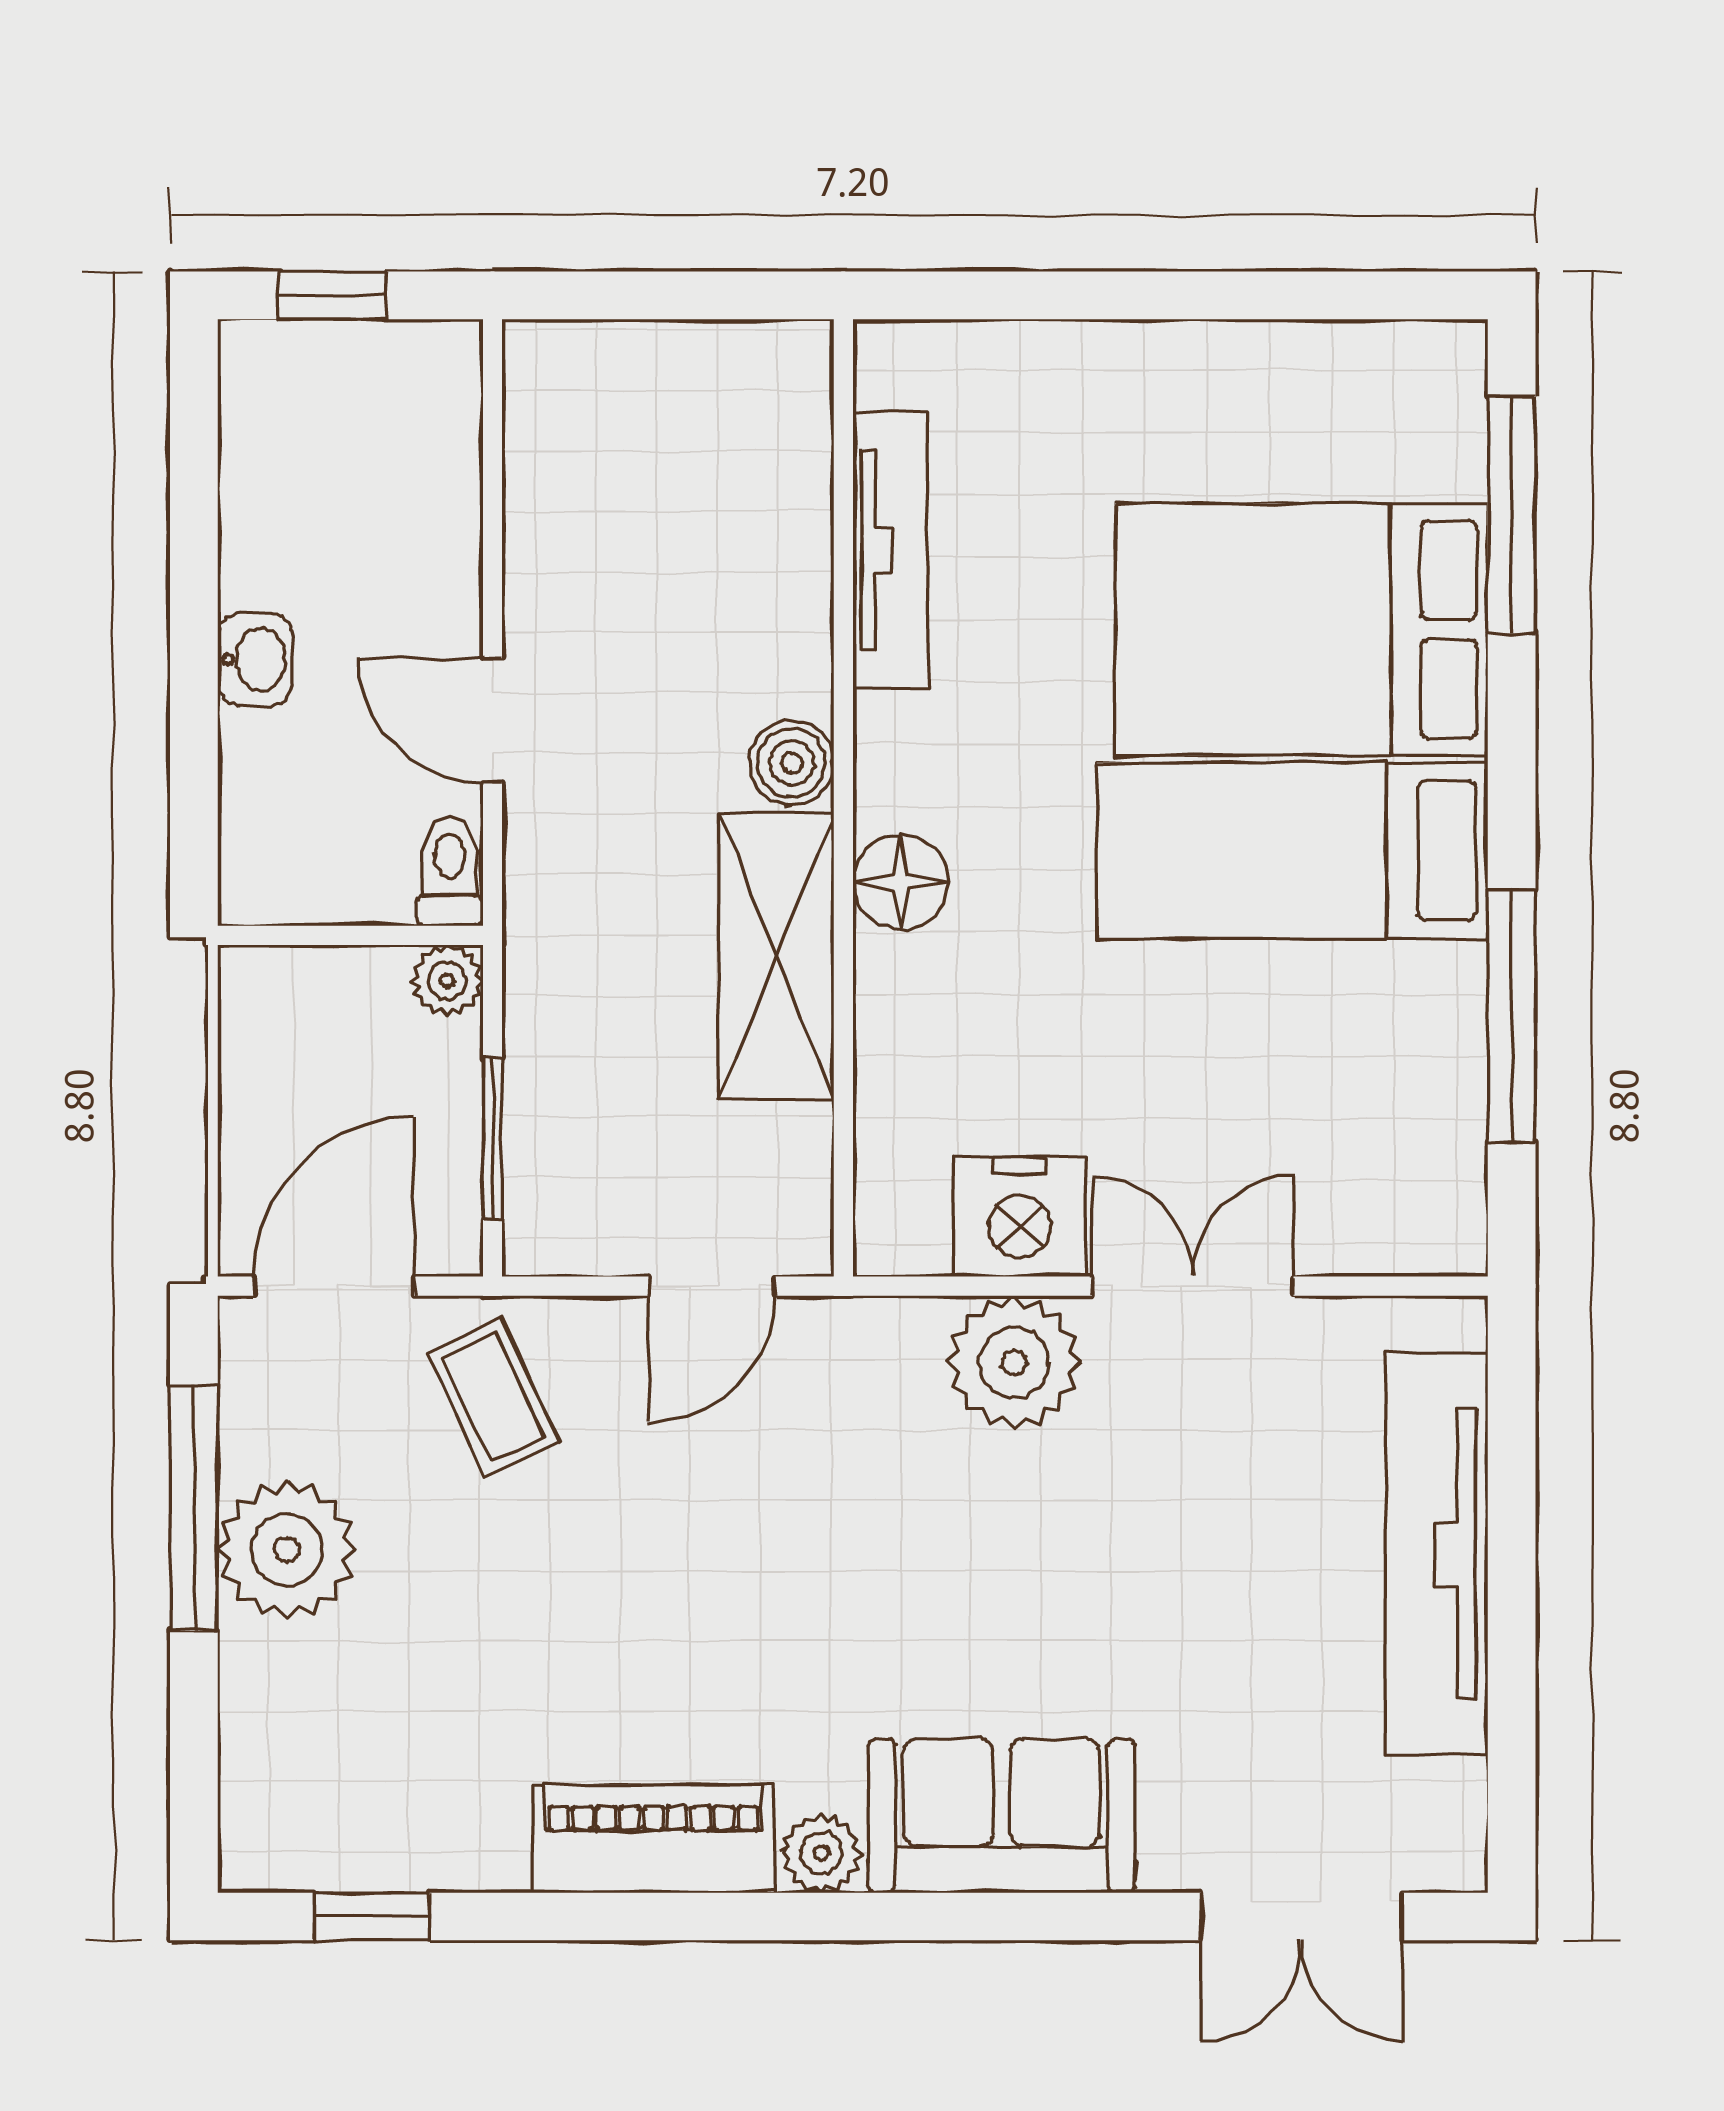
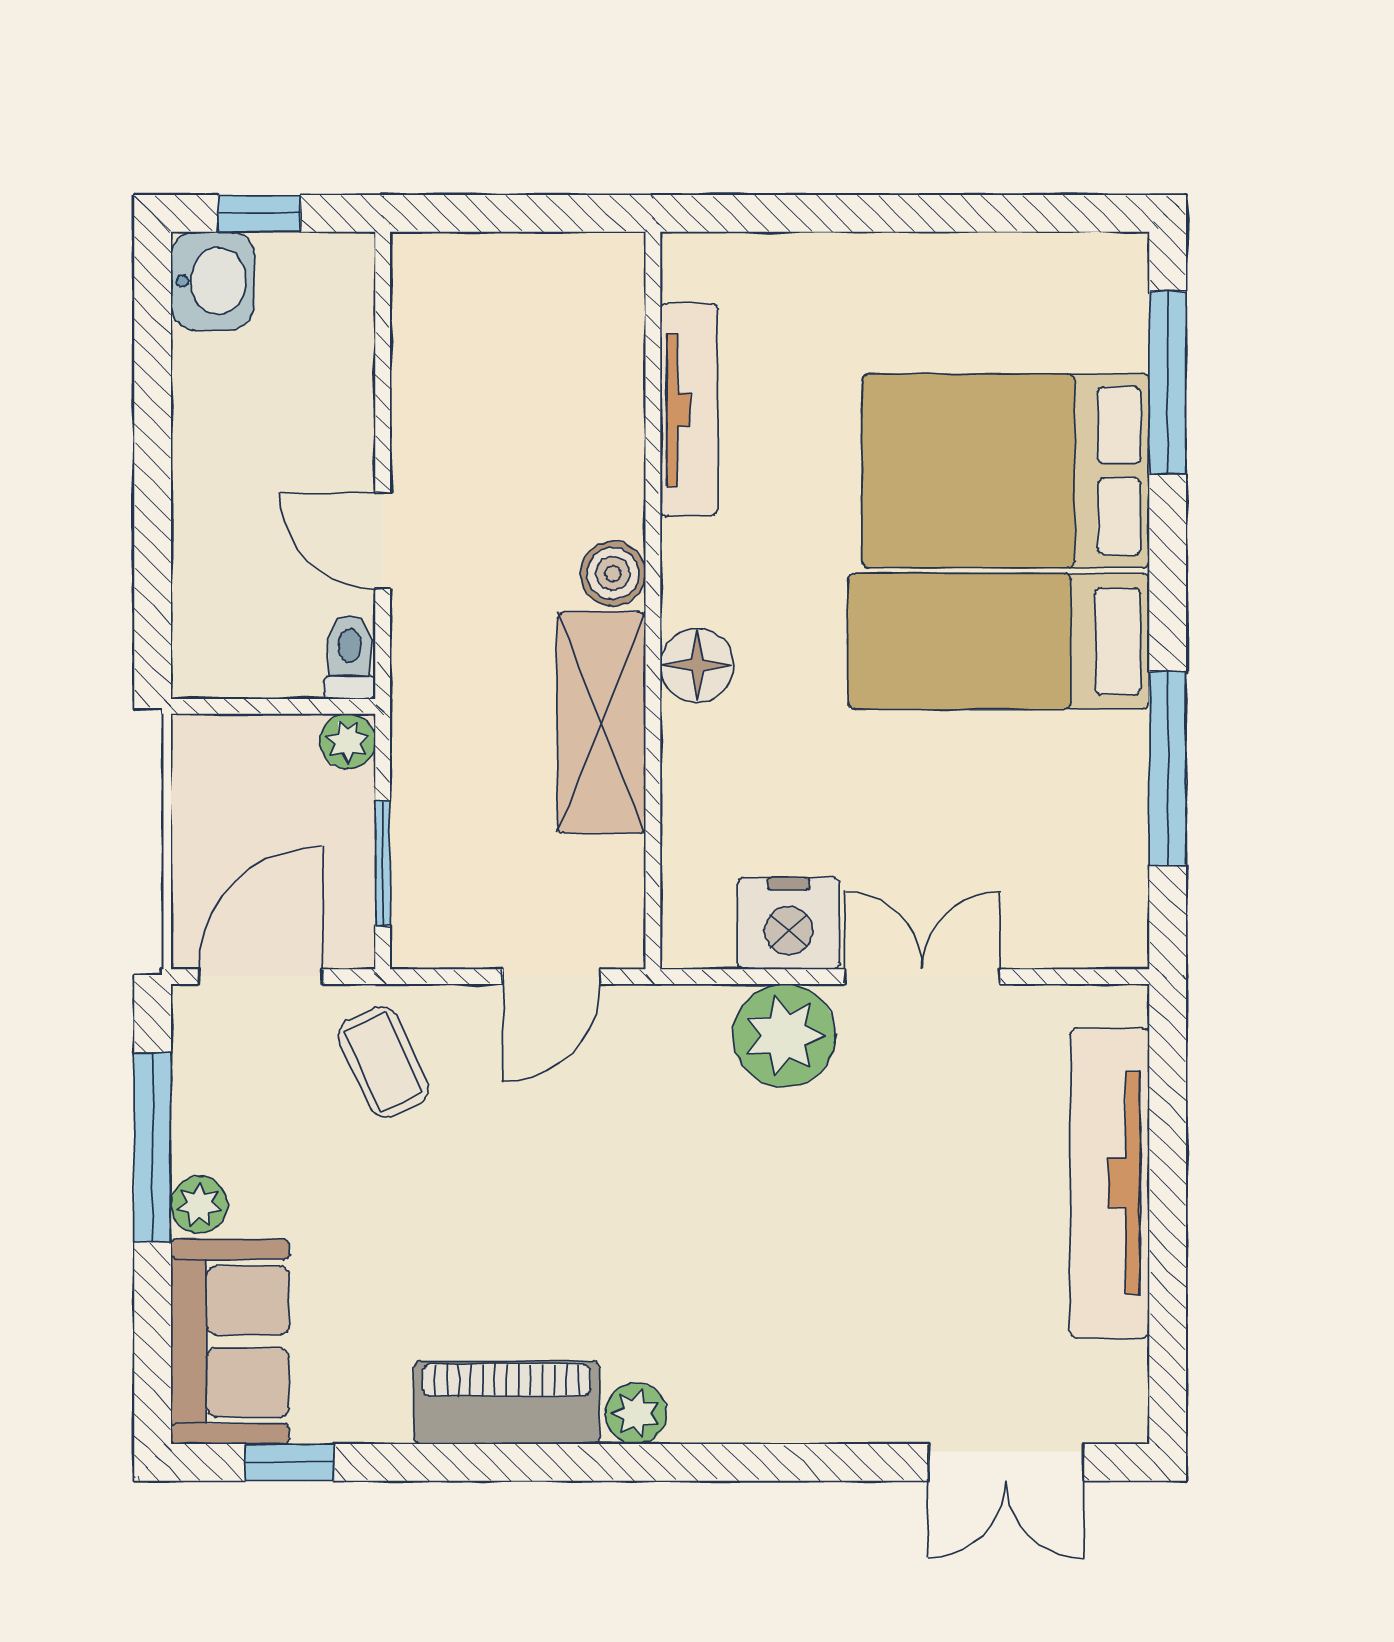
washbasin: (255, 659) -> (213, 281), moved, width x1.38, depth x1.45
plant: (287, 1550) -> (199, 1205), width x0.53, depth x0.53
sofa: (1002, 1816) -> (230, 1341), moved, turned 90

